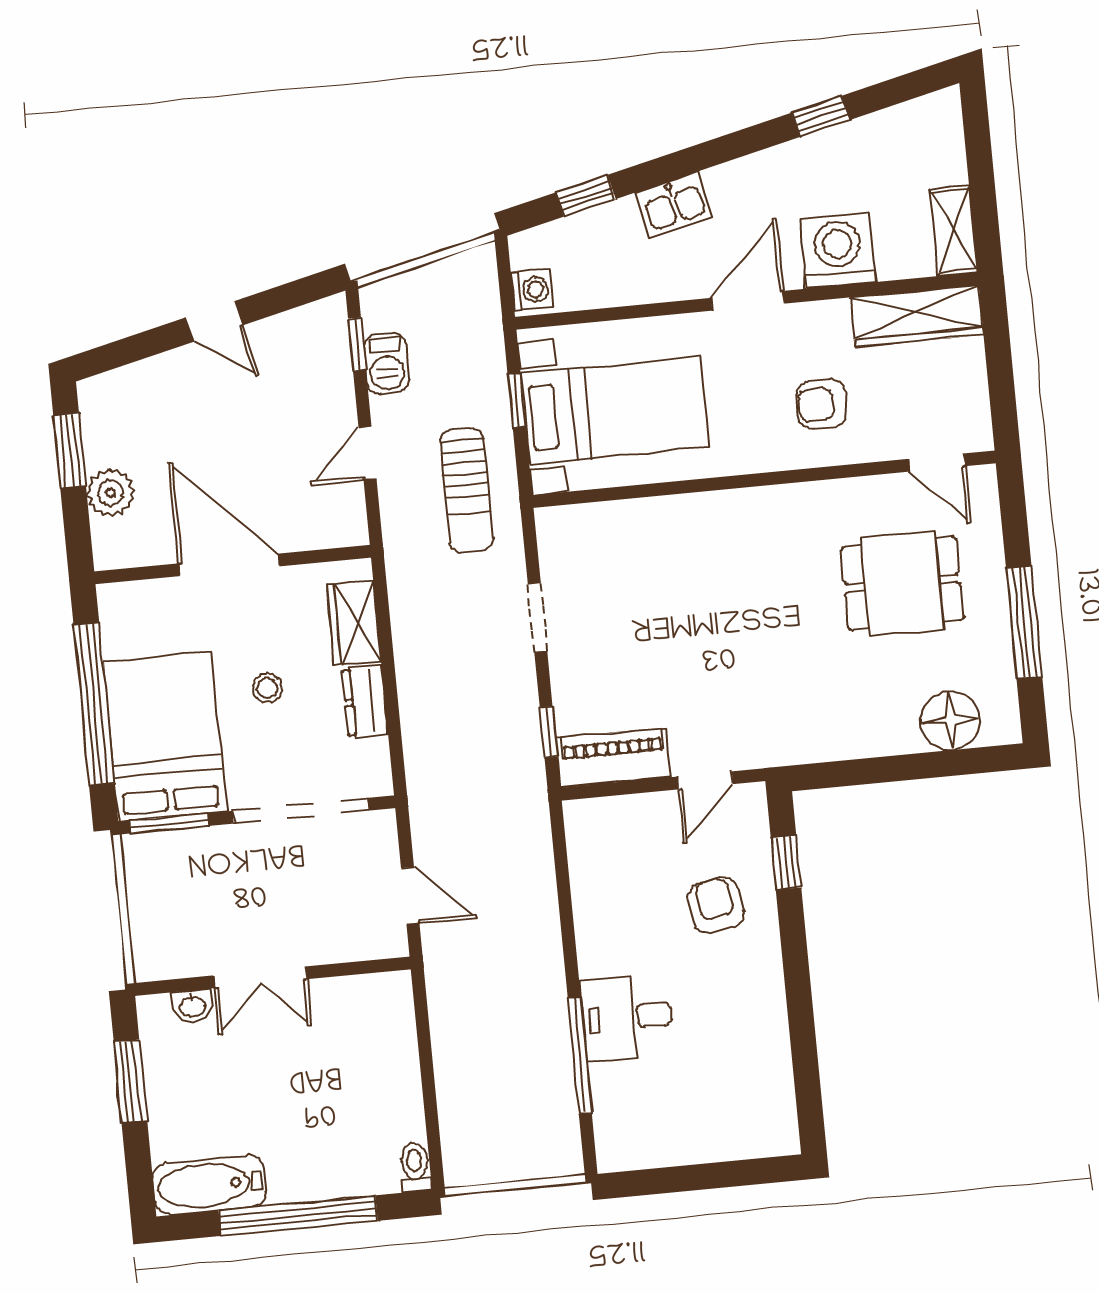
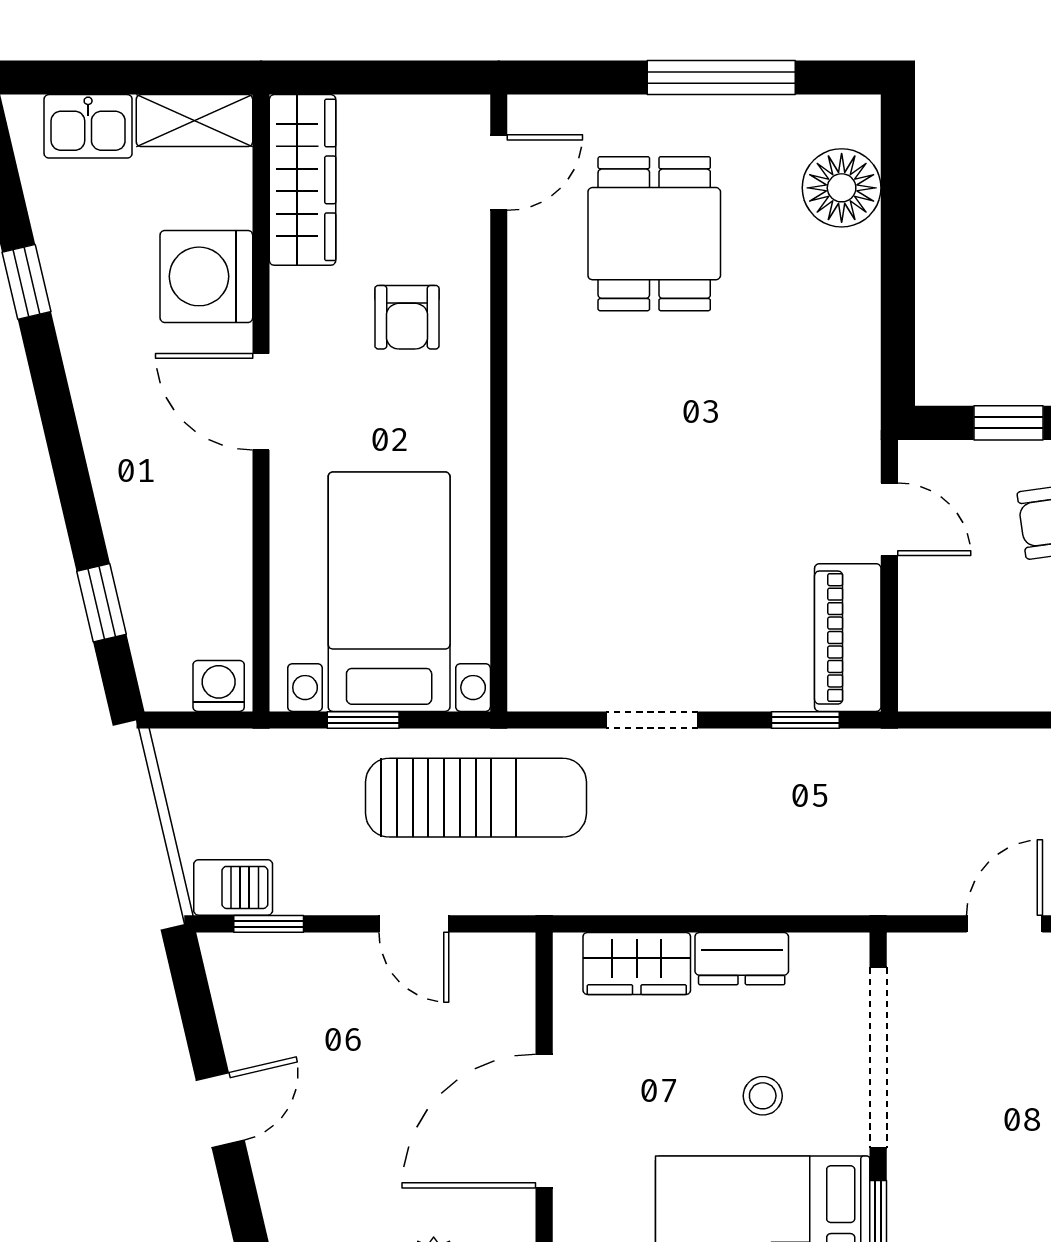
kitchen sink: (674, 205) -> (88, 126), moved, turned 103
barbecue: (386, 363) -> (233, 887), moved
sun lounger: (467, 491) -> (476, 798), width x1.36, depth x1.34
stool: (267, 688) -> (763, 1096), moved

